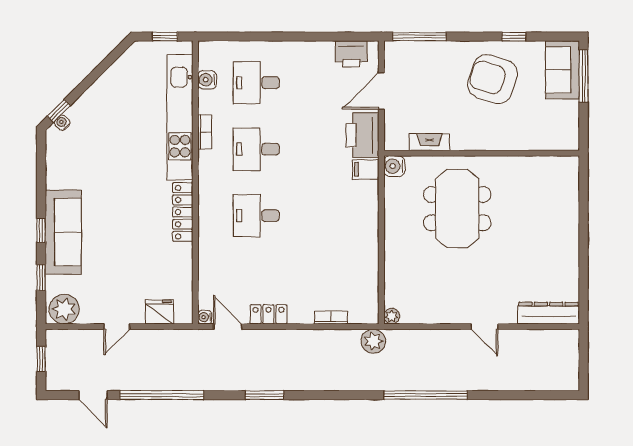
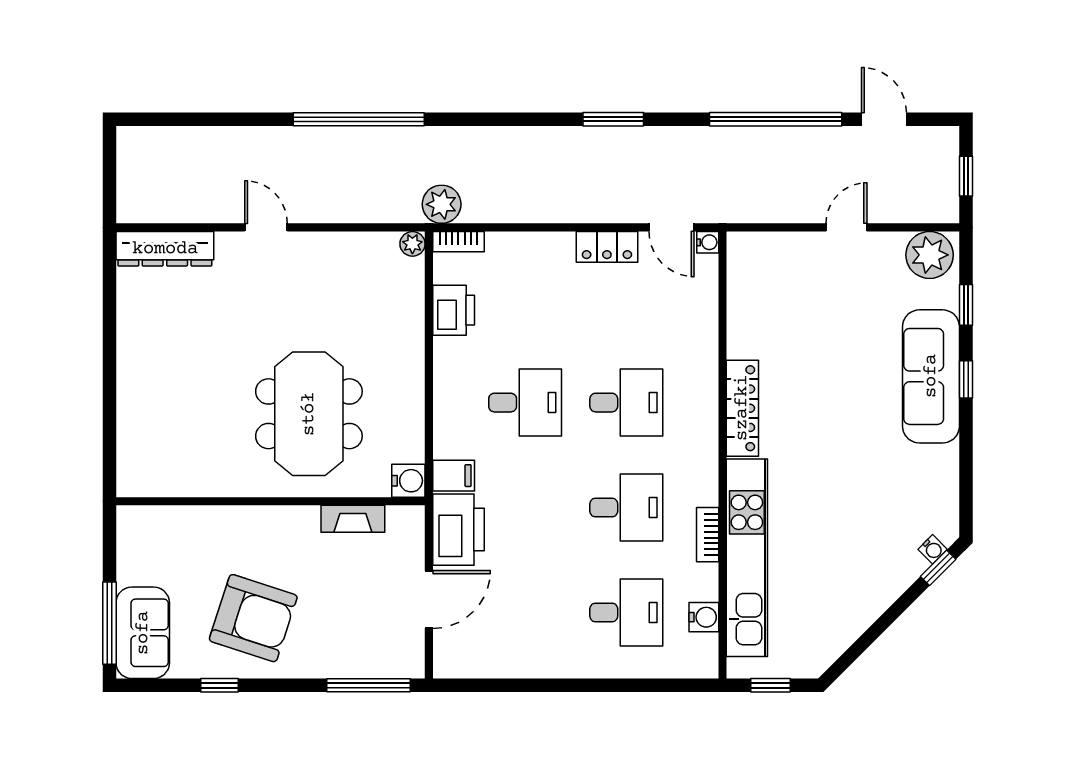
printer: (351, 54) -> (454, 310), moved, turned 90
desk: (320, 216) -> (525, 403), added
fridge: (159, 312) -> (779, 251), removed
bookcase: (331, 318) -> (458, 242), moved

